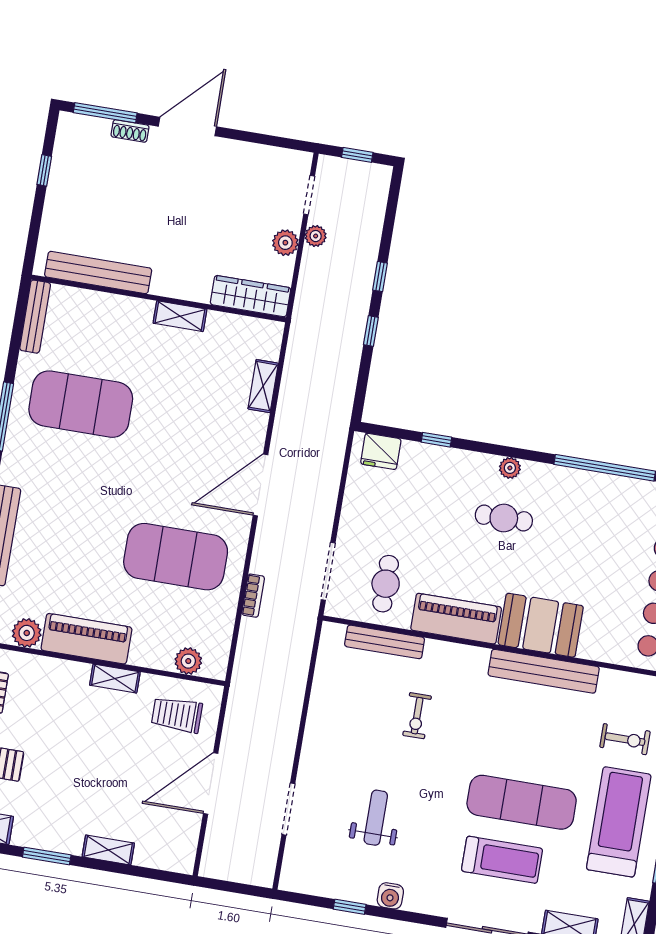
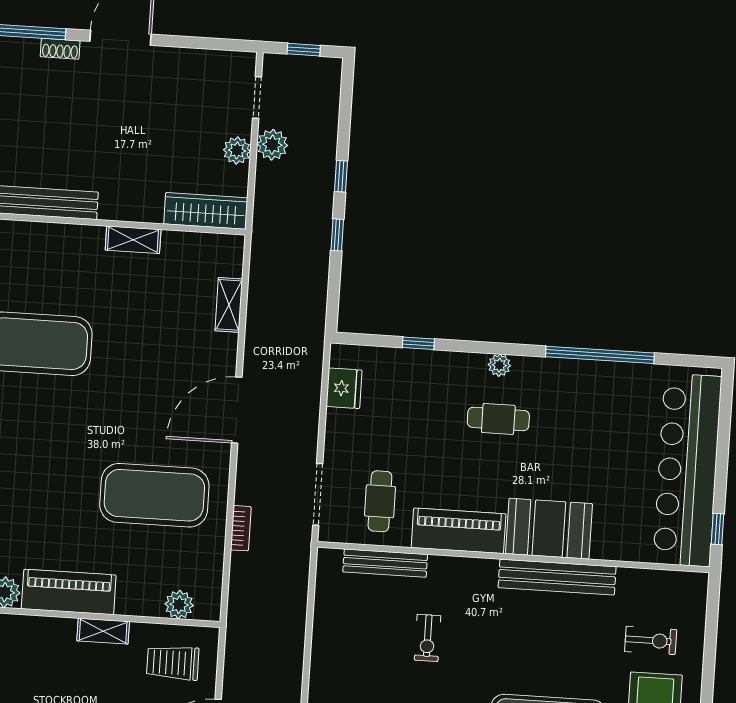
plant: (316, 236) -> (272, 145), width x1.38, depth x1.38
fridge: (381, 451) -> (344, 388), moved, turned -90

